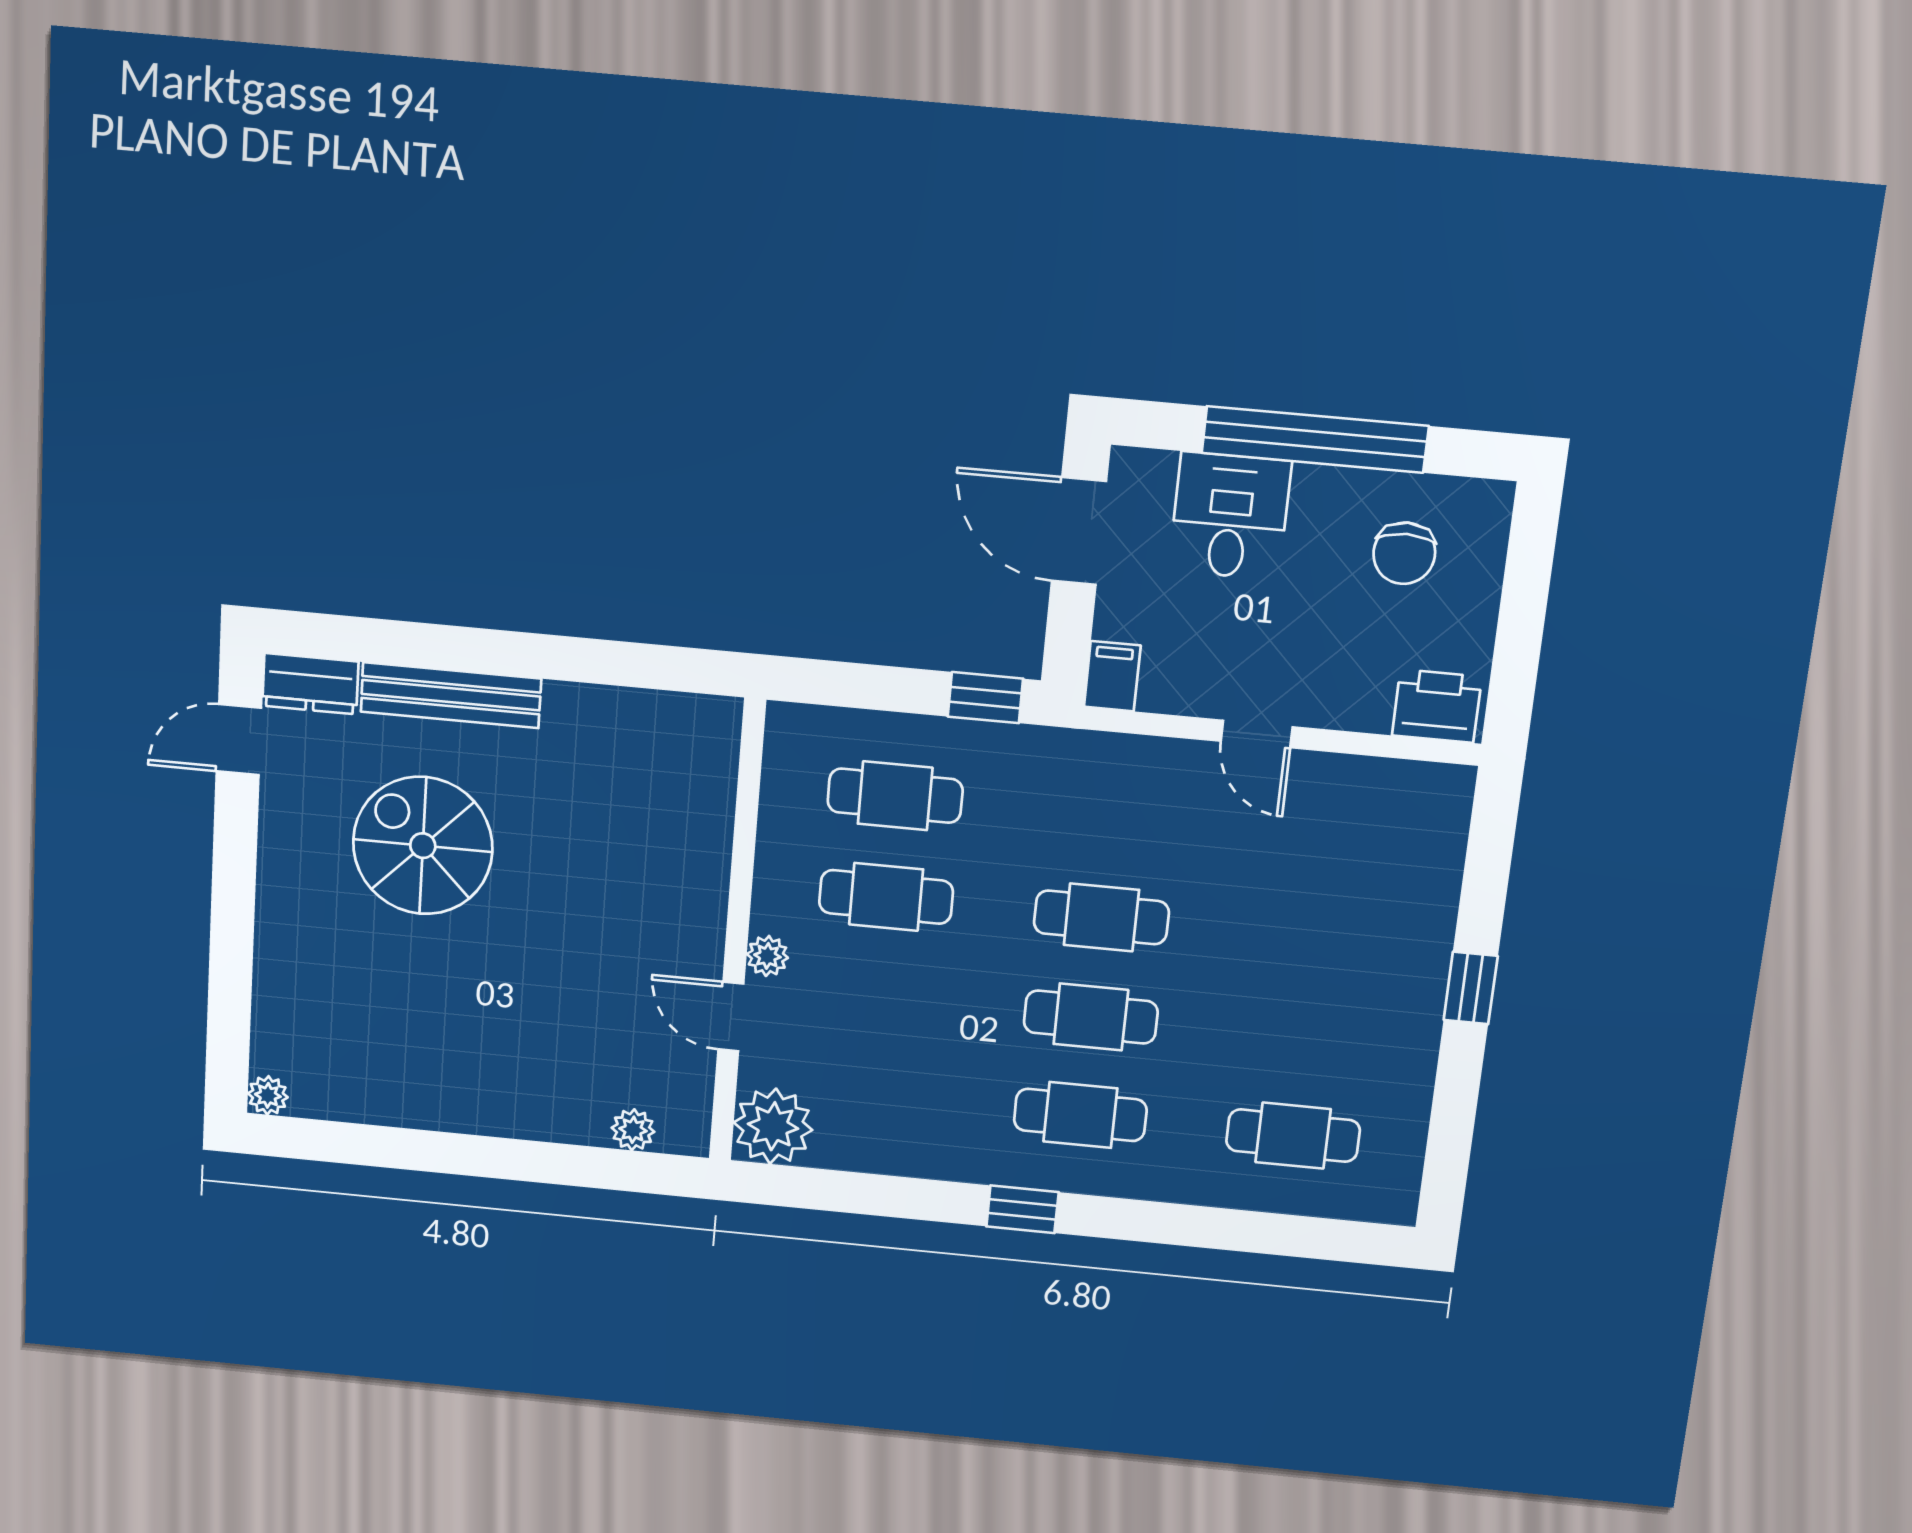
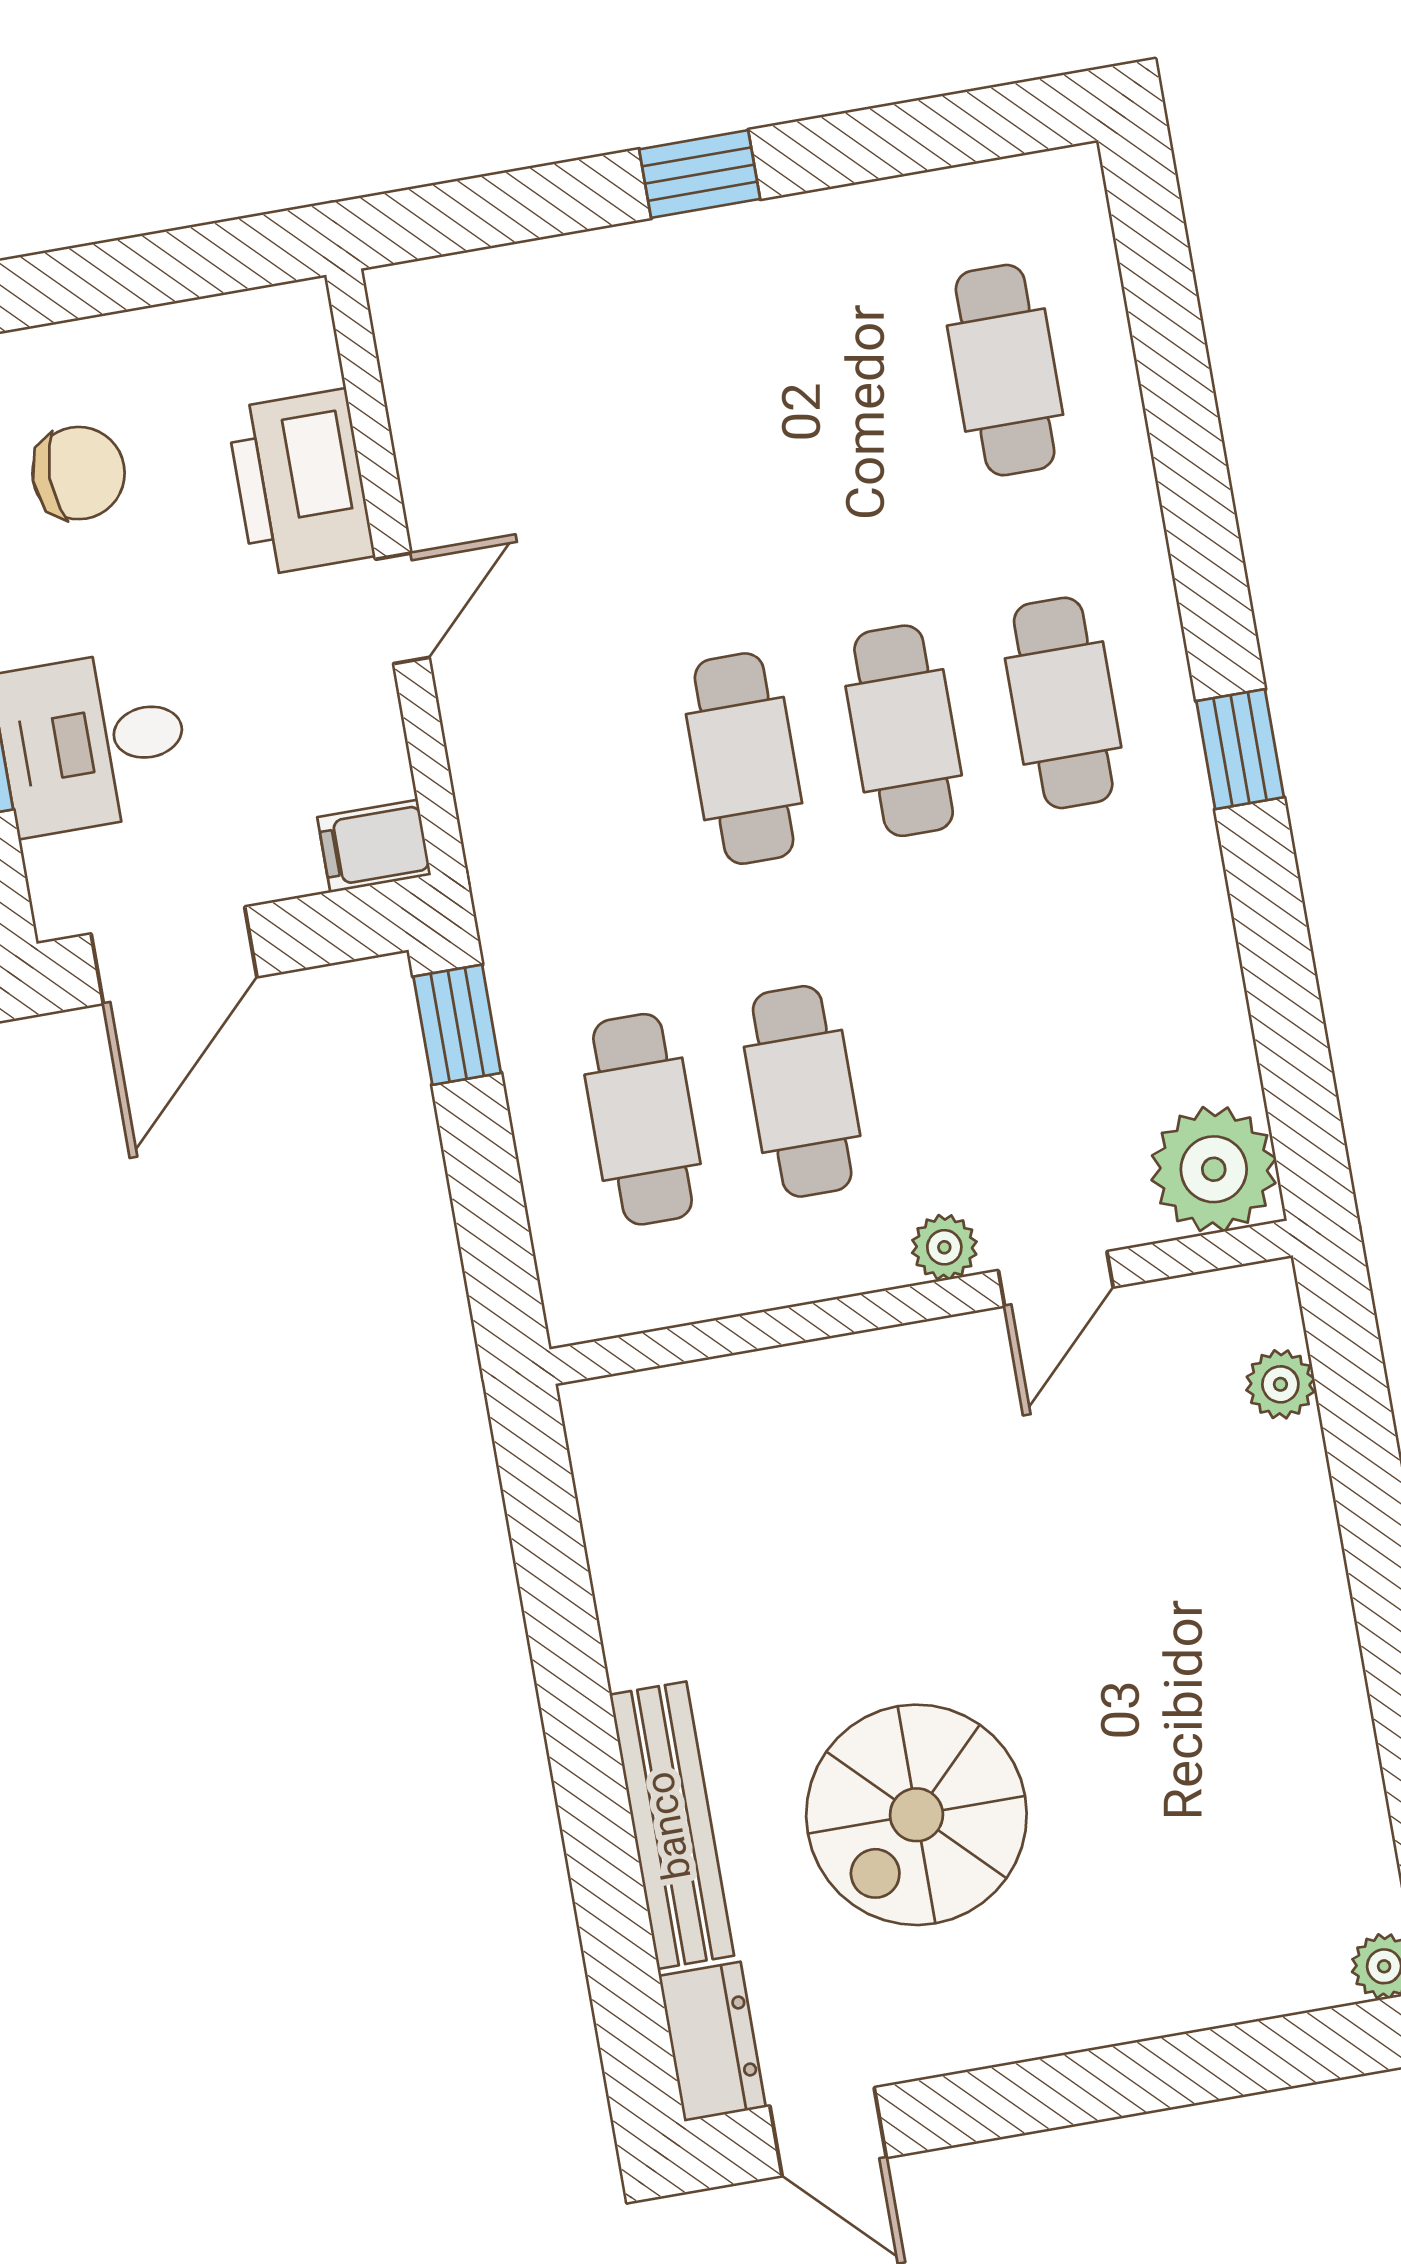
printer: (1437, 706) -> (300, 483), moved, width x1.37, depth x1.19

